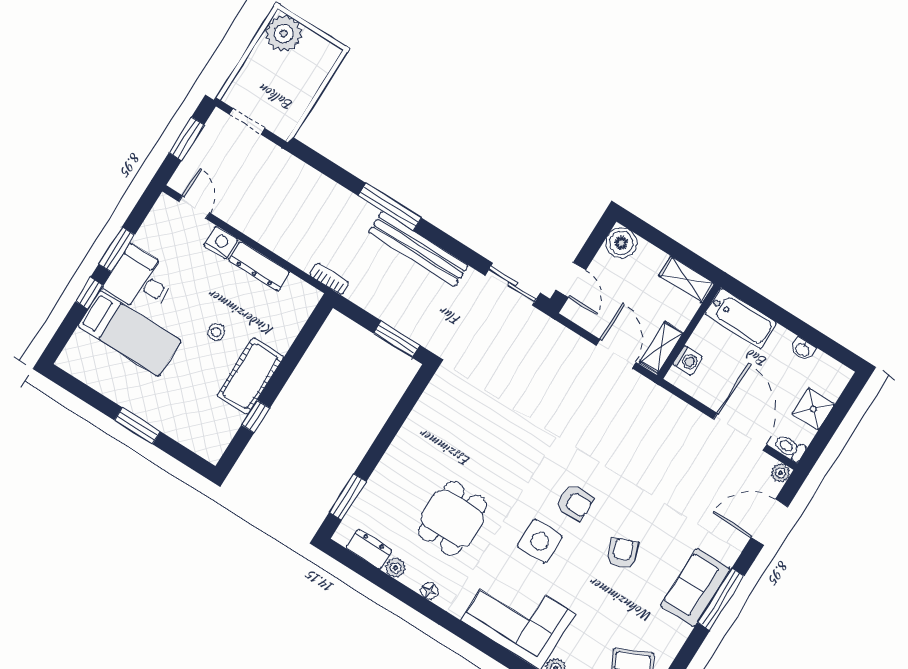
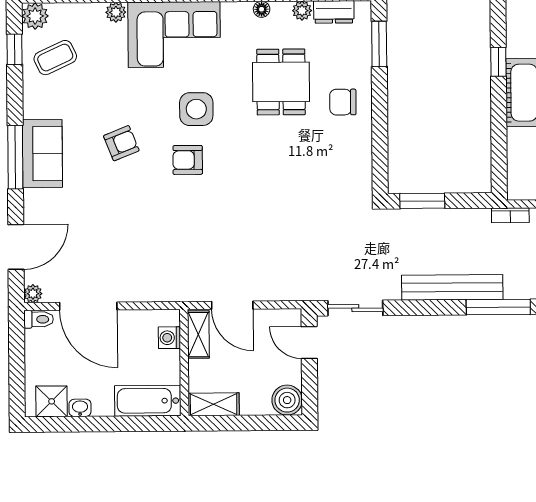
shower: (813, 409) -> (52, 401), moved
chair: (411, 467) -> (343, 102), added
armchair: (623, 553) -> (121, 143), turned -91

